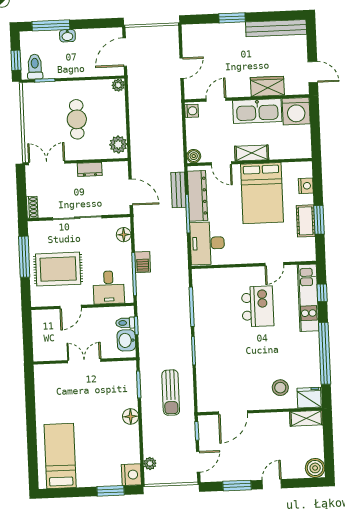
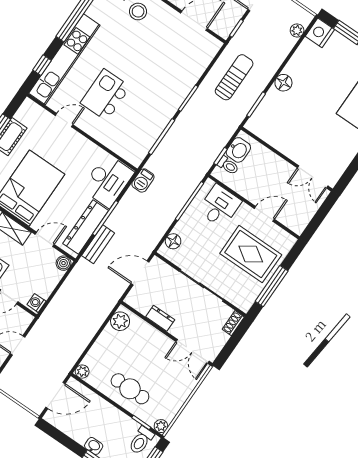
plant: (28, 89) -> (161, 426), added
cafe table: (77, 119) -> (130, 389), moved, turned 90
door: (221, 163) -> (45, 239), hinge flipped
door: (131, 192) -> (140, 273), hinge flipped
barbecue: (143, 262) -> (143, 181), moved, turned 180
kitchen unit: (308, 298) -> (64, 59), width x1.36
double door: (84, 361) -> (313, 177), moved

